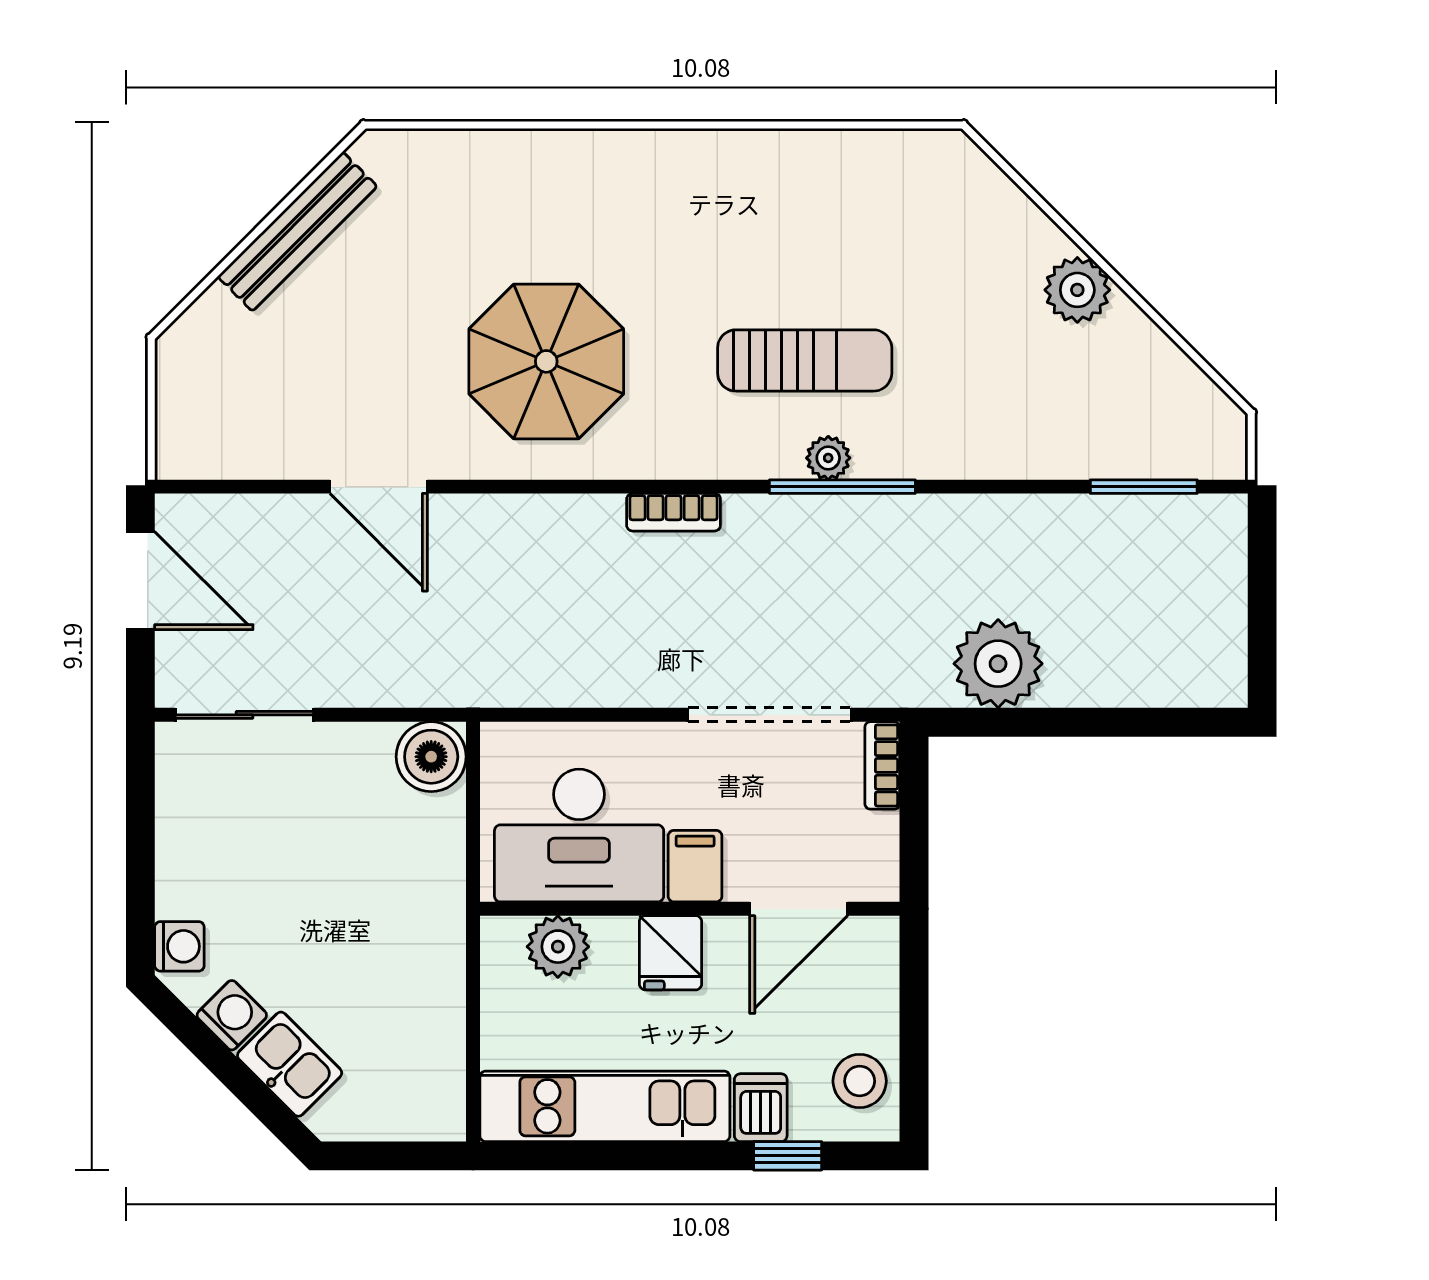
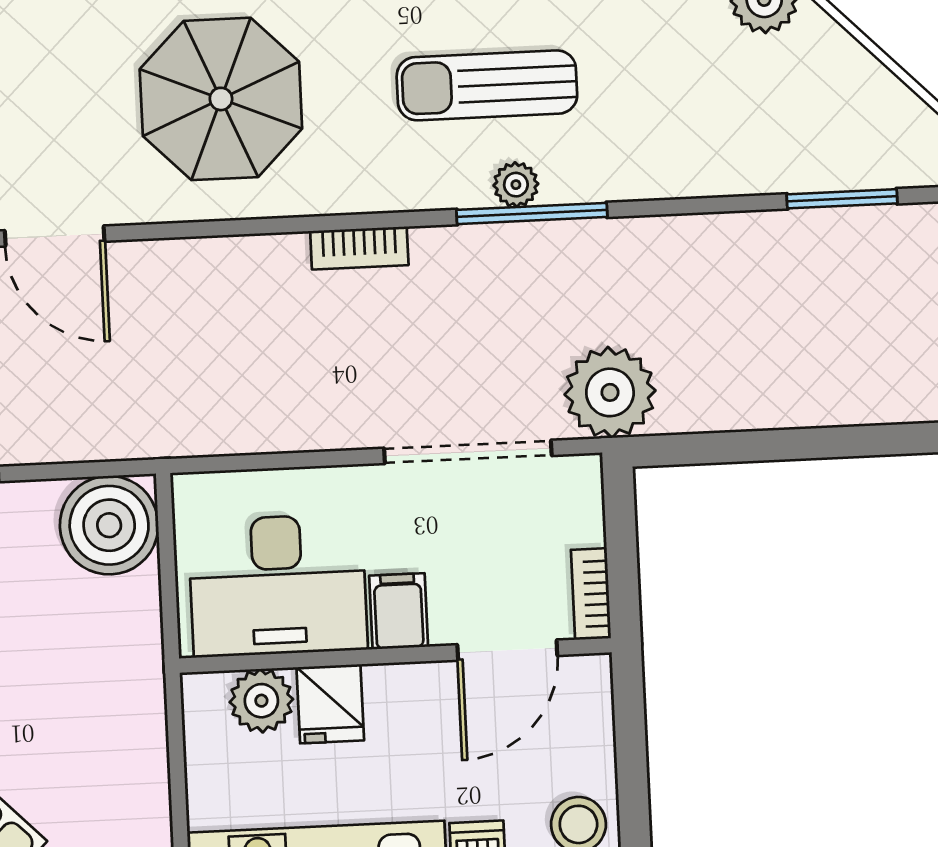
sun lounger: (805, 360) -> (487, 85), turned 180
plant: (998, 664) -> (610, 392), moved
boiler: (431, 757) -> (109, 525), width x1.37, depth x1.37
bookcase: (882, 765) -> (591, 594), moved
fridge: (670, 953) -> (330, 704), moved

